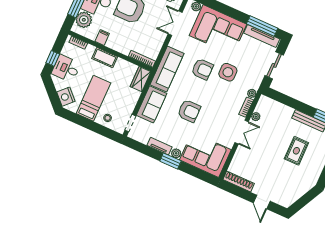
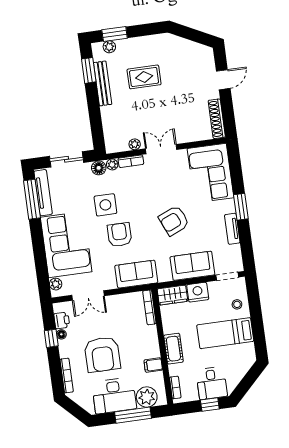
sofa: (167, 69) -> (136, 274), width x0.73
floor lamp: (255, 83) -> (99, 168), added
nightstand: (66, 97) -> (198, 292), moved, turned -135
armchair: (189, 111) -> (174, 221), turned -113
plant: (176, 153) -> (229, 206), removed

